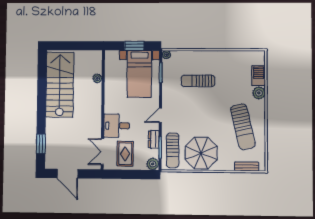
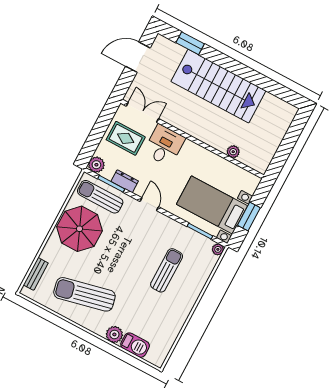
stairs: (60, 85) -> (218, 86), moved

